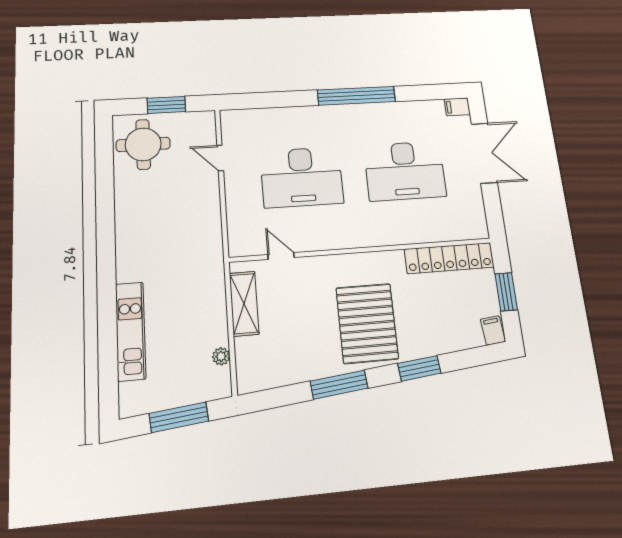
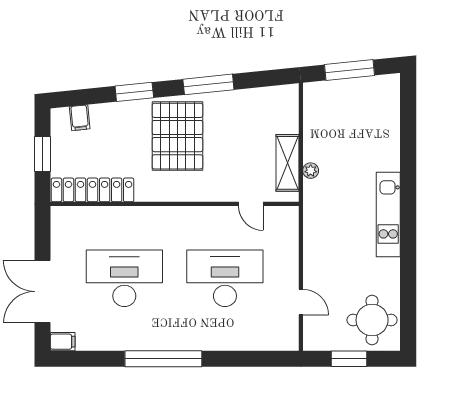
filing cabinet: (493, 330) -> (80, 118), moved
kitchen unit: (131, 331) -> (388, 214), moved
plant: (221, 356) -> (311, 171), moved

